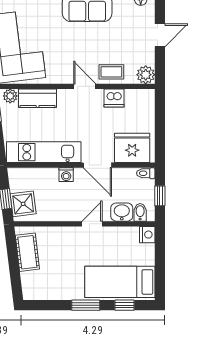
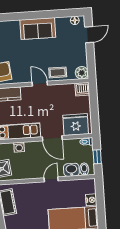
door: (160, 35) -> (89, 35), moved
dishwasher: (114, 98) -> (82, 89), moved
washing machine: (66, 175) -> (19, 147), moved
nightstand: (147, 235) -> (91, 200), moved

